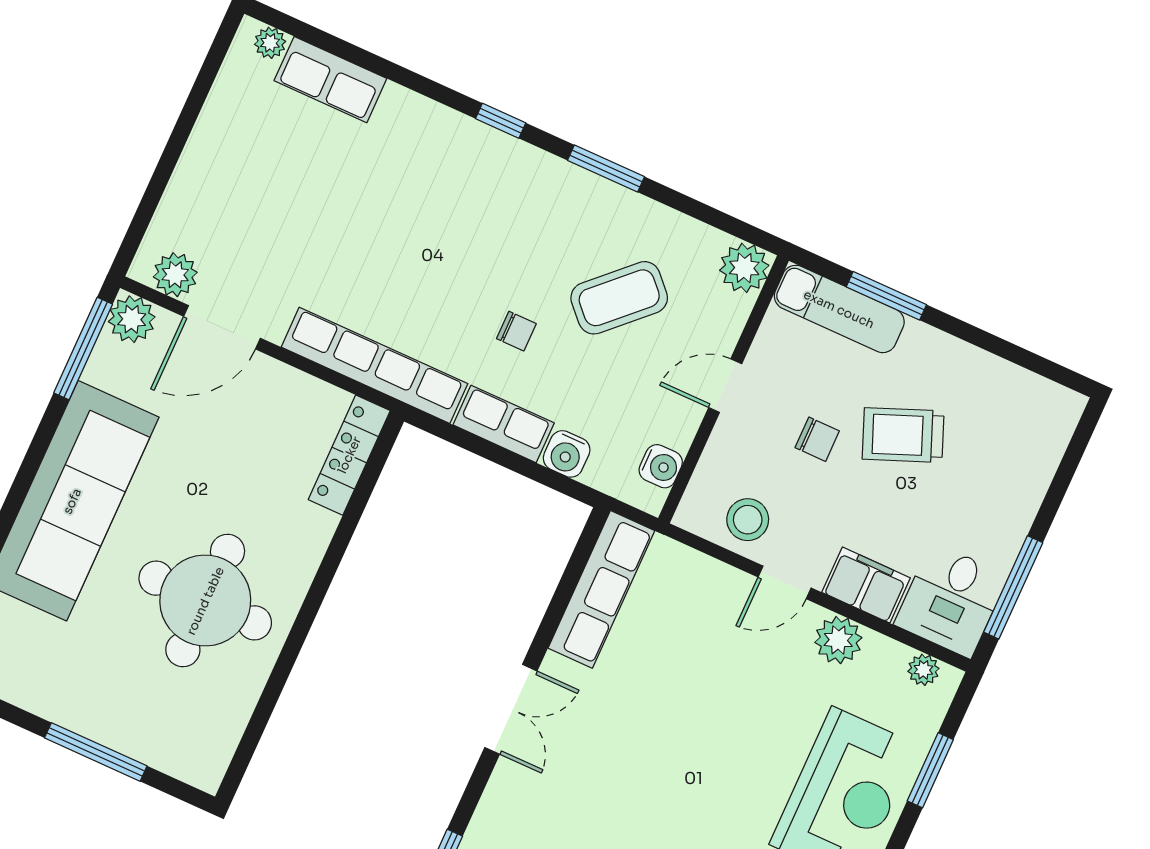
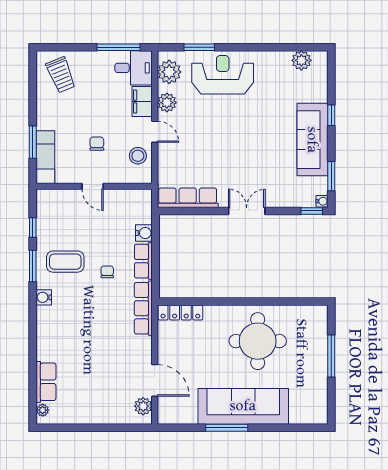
window: (501, 121) -> (33, 227), moved
plant: (744, 268) -> (46, 199), removed
coffee table: (619, 298) -> (65, 262), moved, turned -46
plant: (132, 319) -> (167, 415), removed
window: (83, 349) -> (227, 428), moved
row of seats: (375, 365) -> (143, 308), width x0.73
trolley: (903, 435) -> (61, 75), moved
water cooler: (661, 466) -> (44, 297), moved, turned -90
plant: (923, 670) -> (169, 72), width x1.88, depth x1.88

